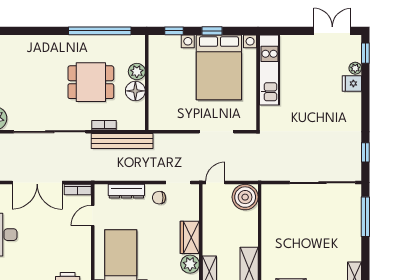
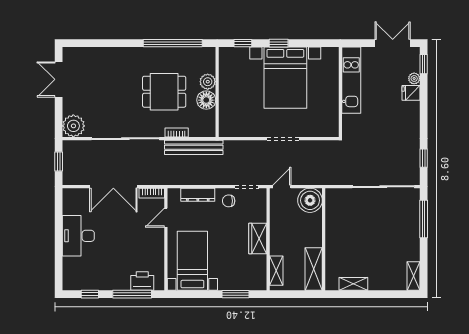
kitchen unit: (270, 70) -> (351, 80), moved
wall: (258, 82) -> (340, 92), moved
plant: (190, 264) -> (258, 264), removed

